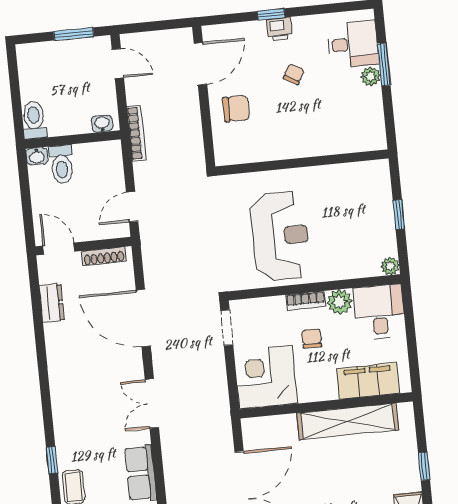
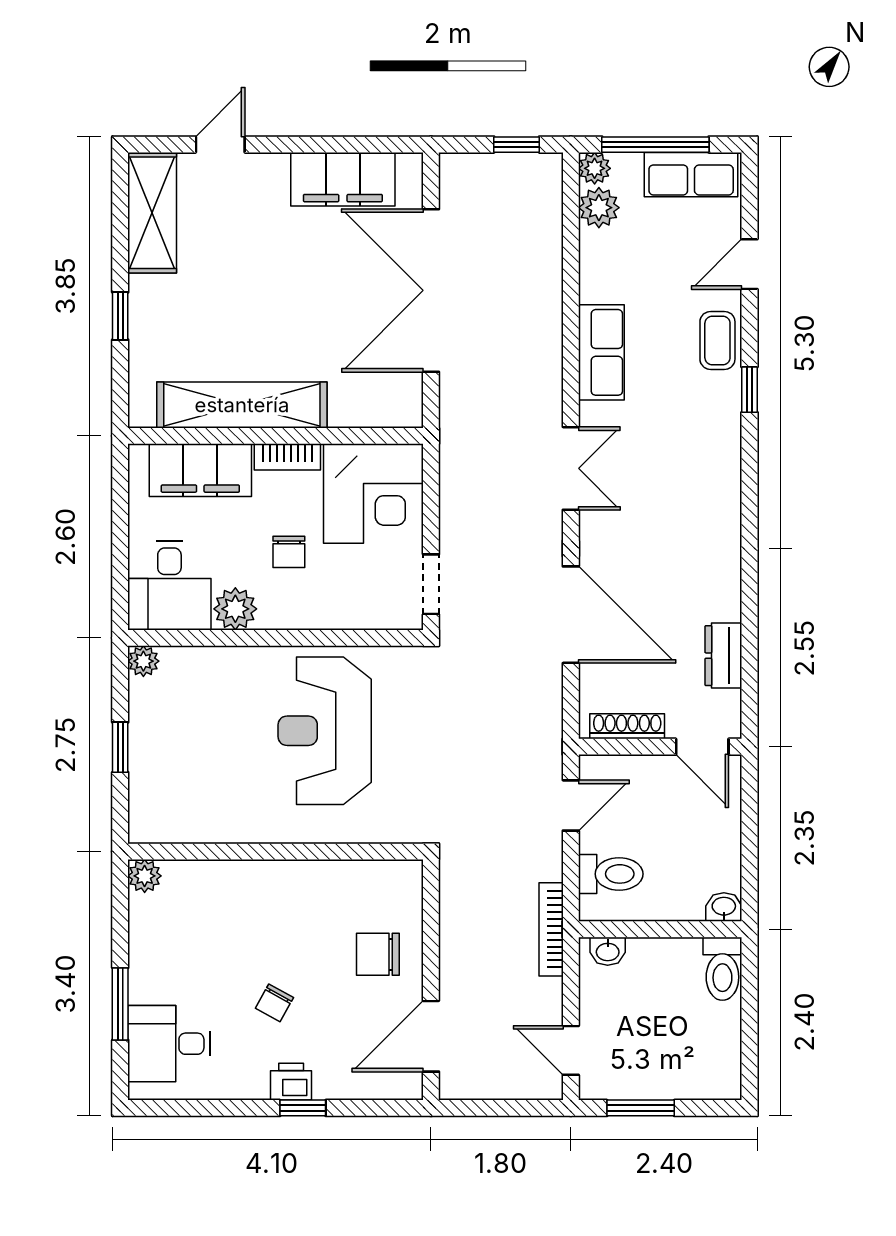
plant: (371, 76) -> (145, 876), moved
toilet: (62, 164) -> (611, 874), moved, turned 90
bookcase: (306, 301) -> (287, 457), moved, turned 180

